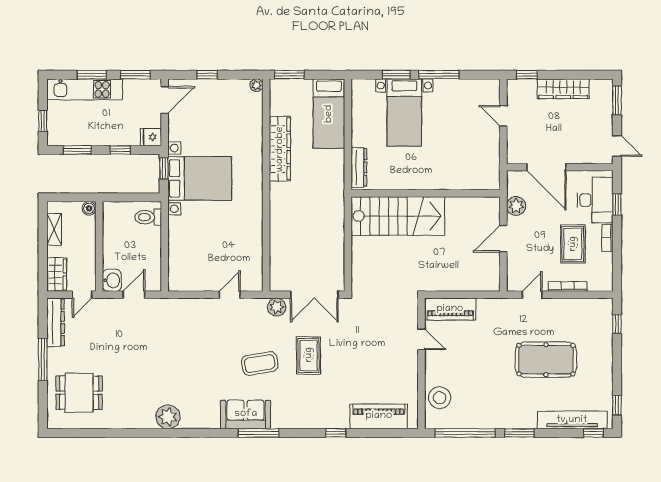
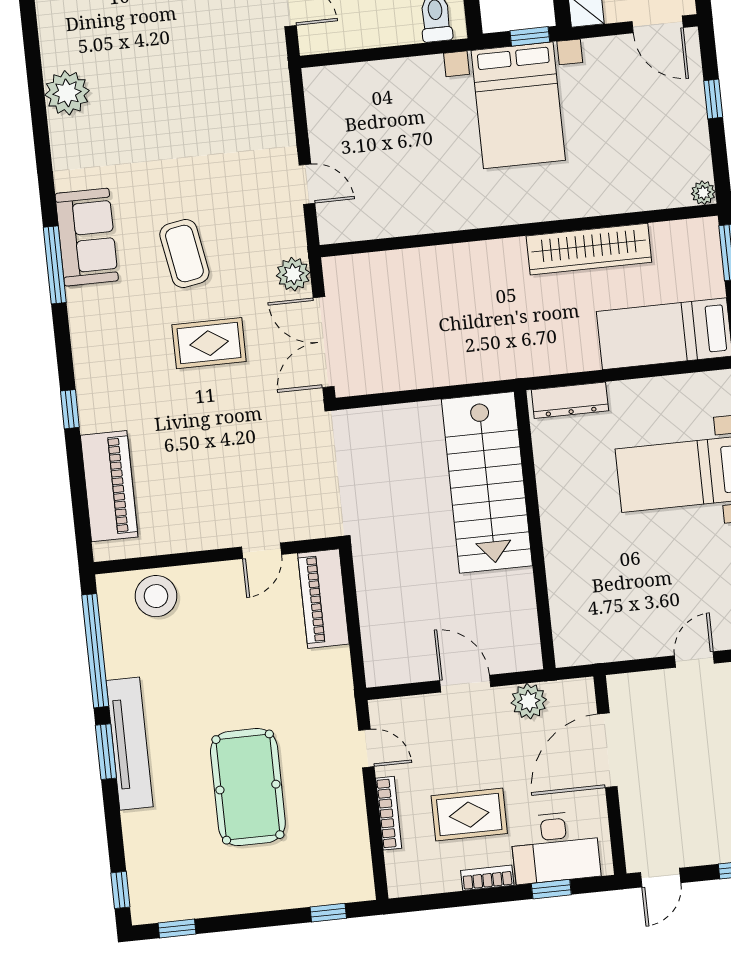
tv unit: (572, 420) -> (130, 744), moved

